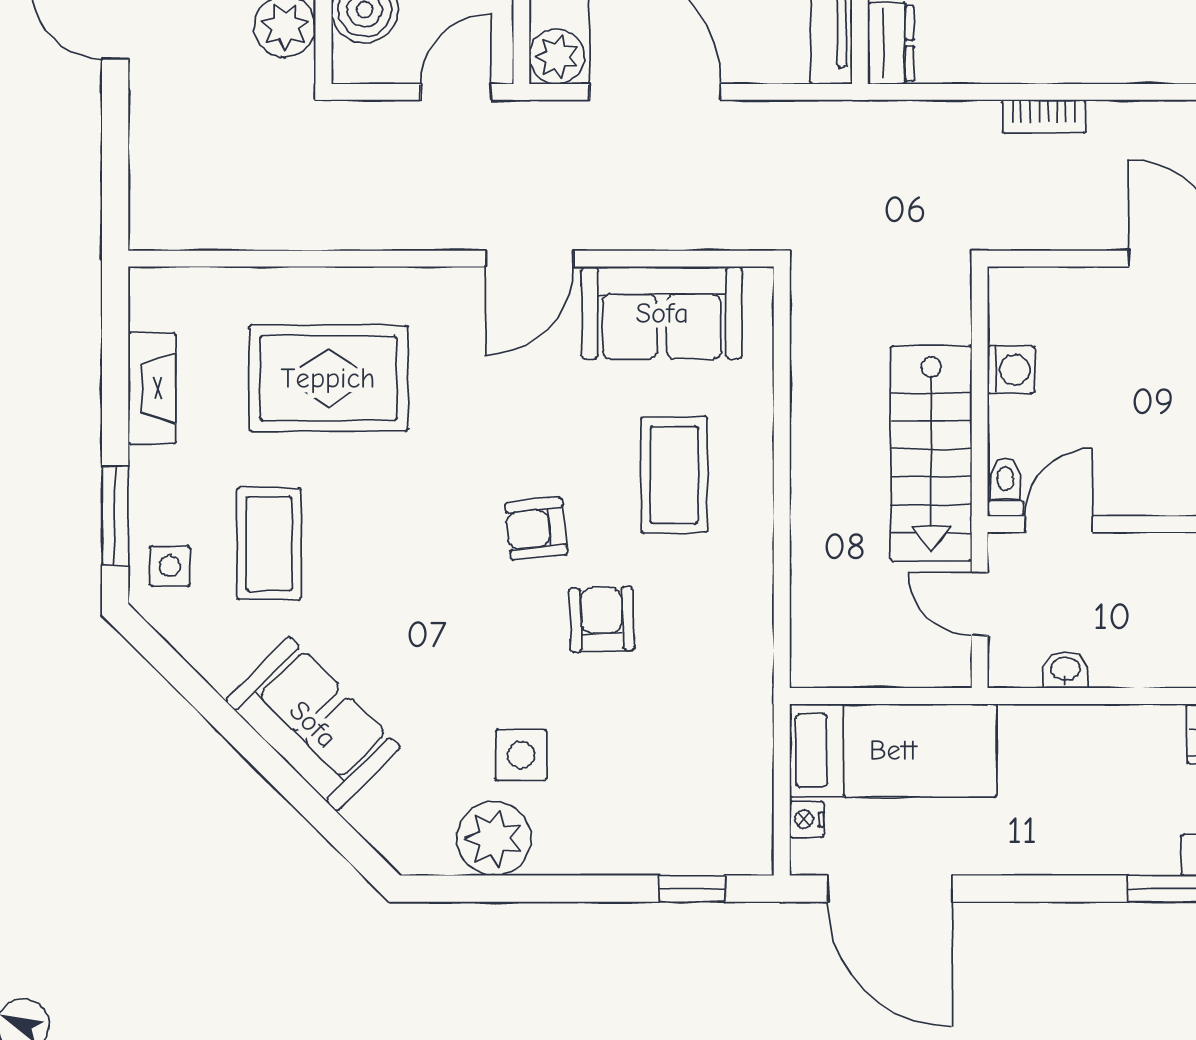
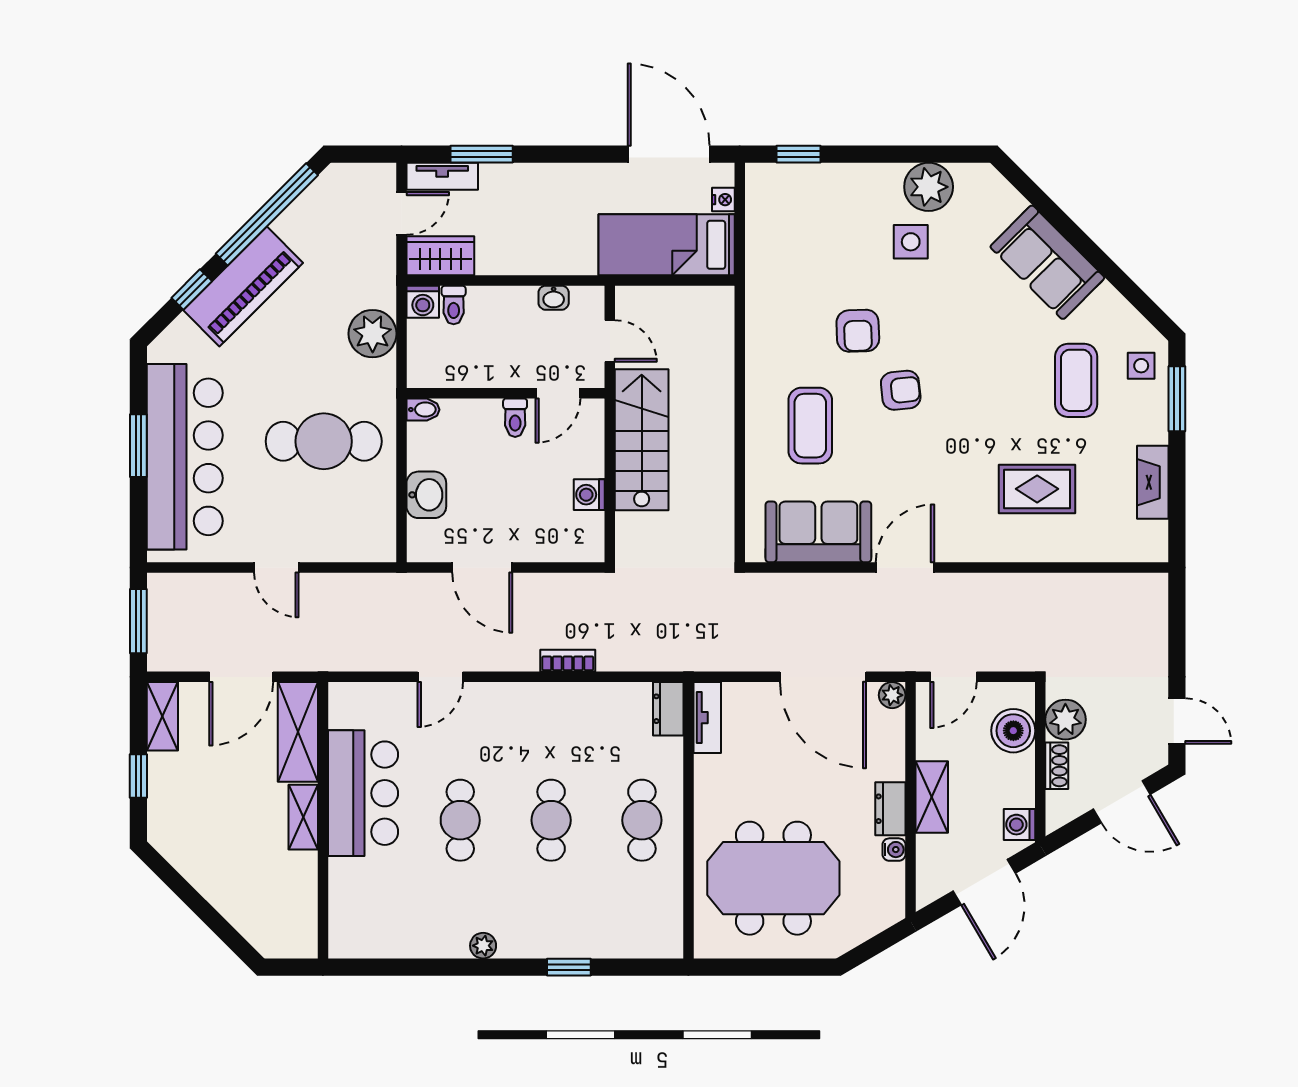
plant: (557, 56) -> (892, 695), width x0.73, depth x0.73
rug: (328, 378) -> (1037, 489), width x0.73, depth x0.70
toilet: (1006, 487) -> (515, 418), moved

